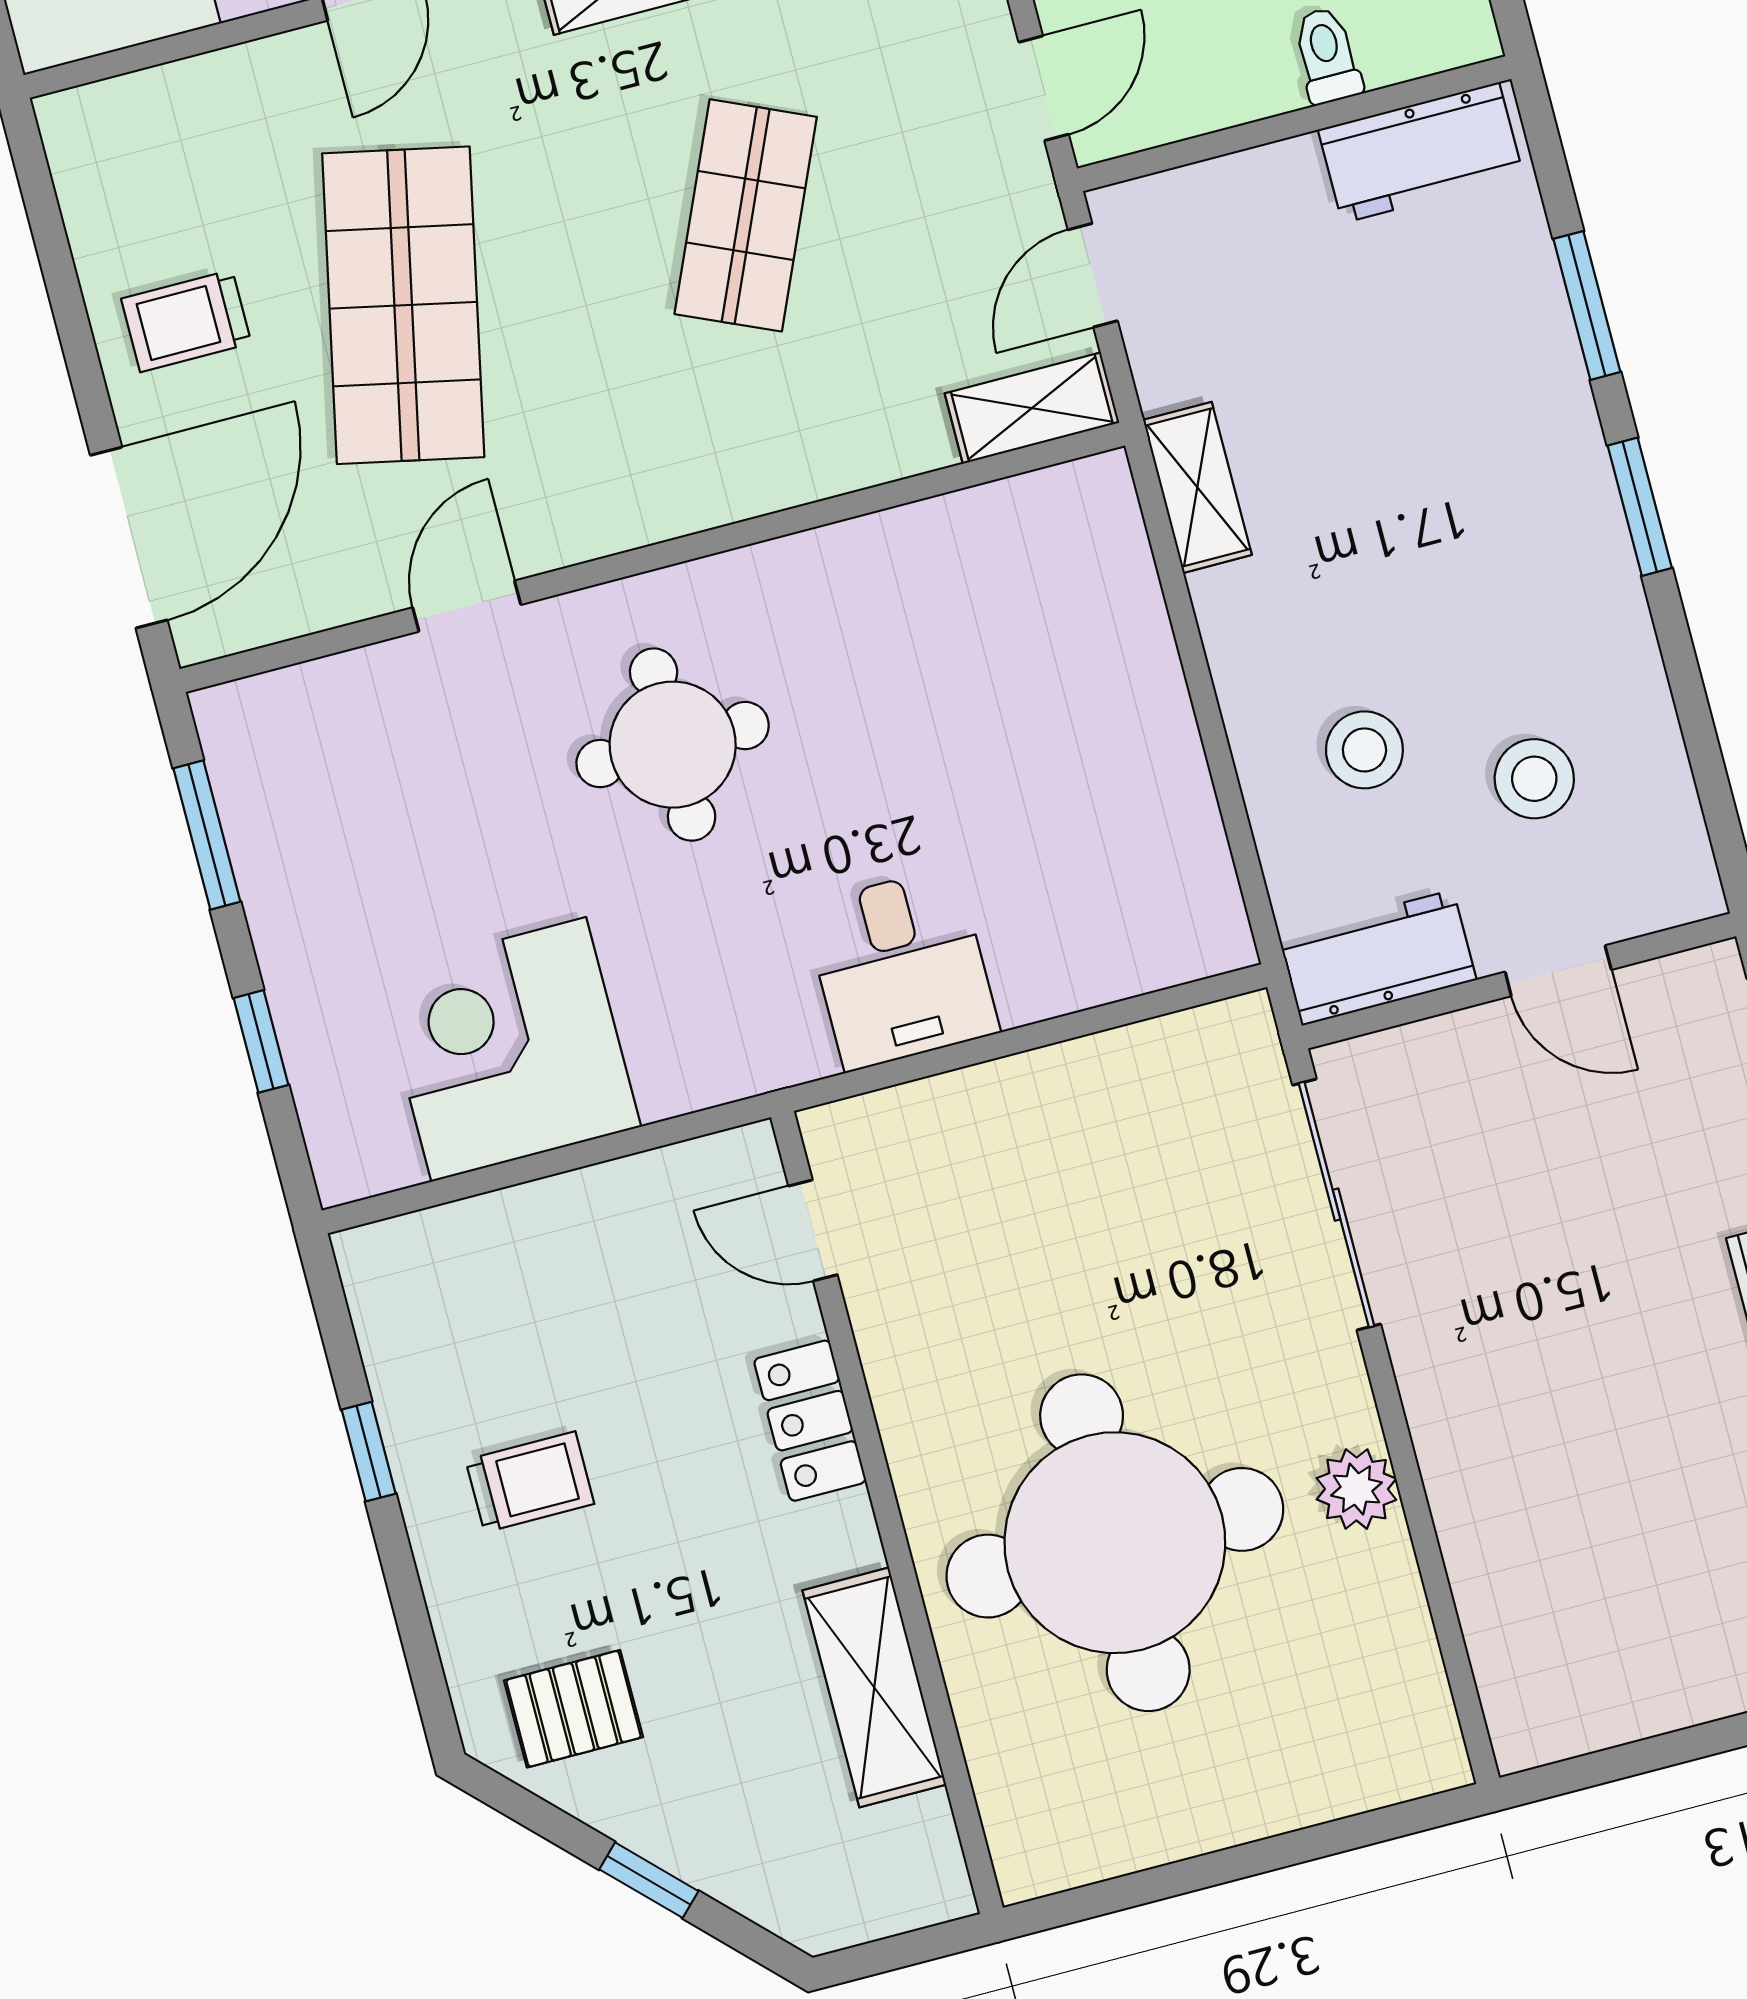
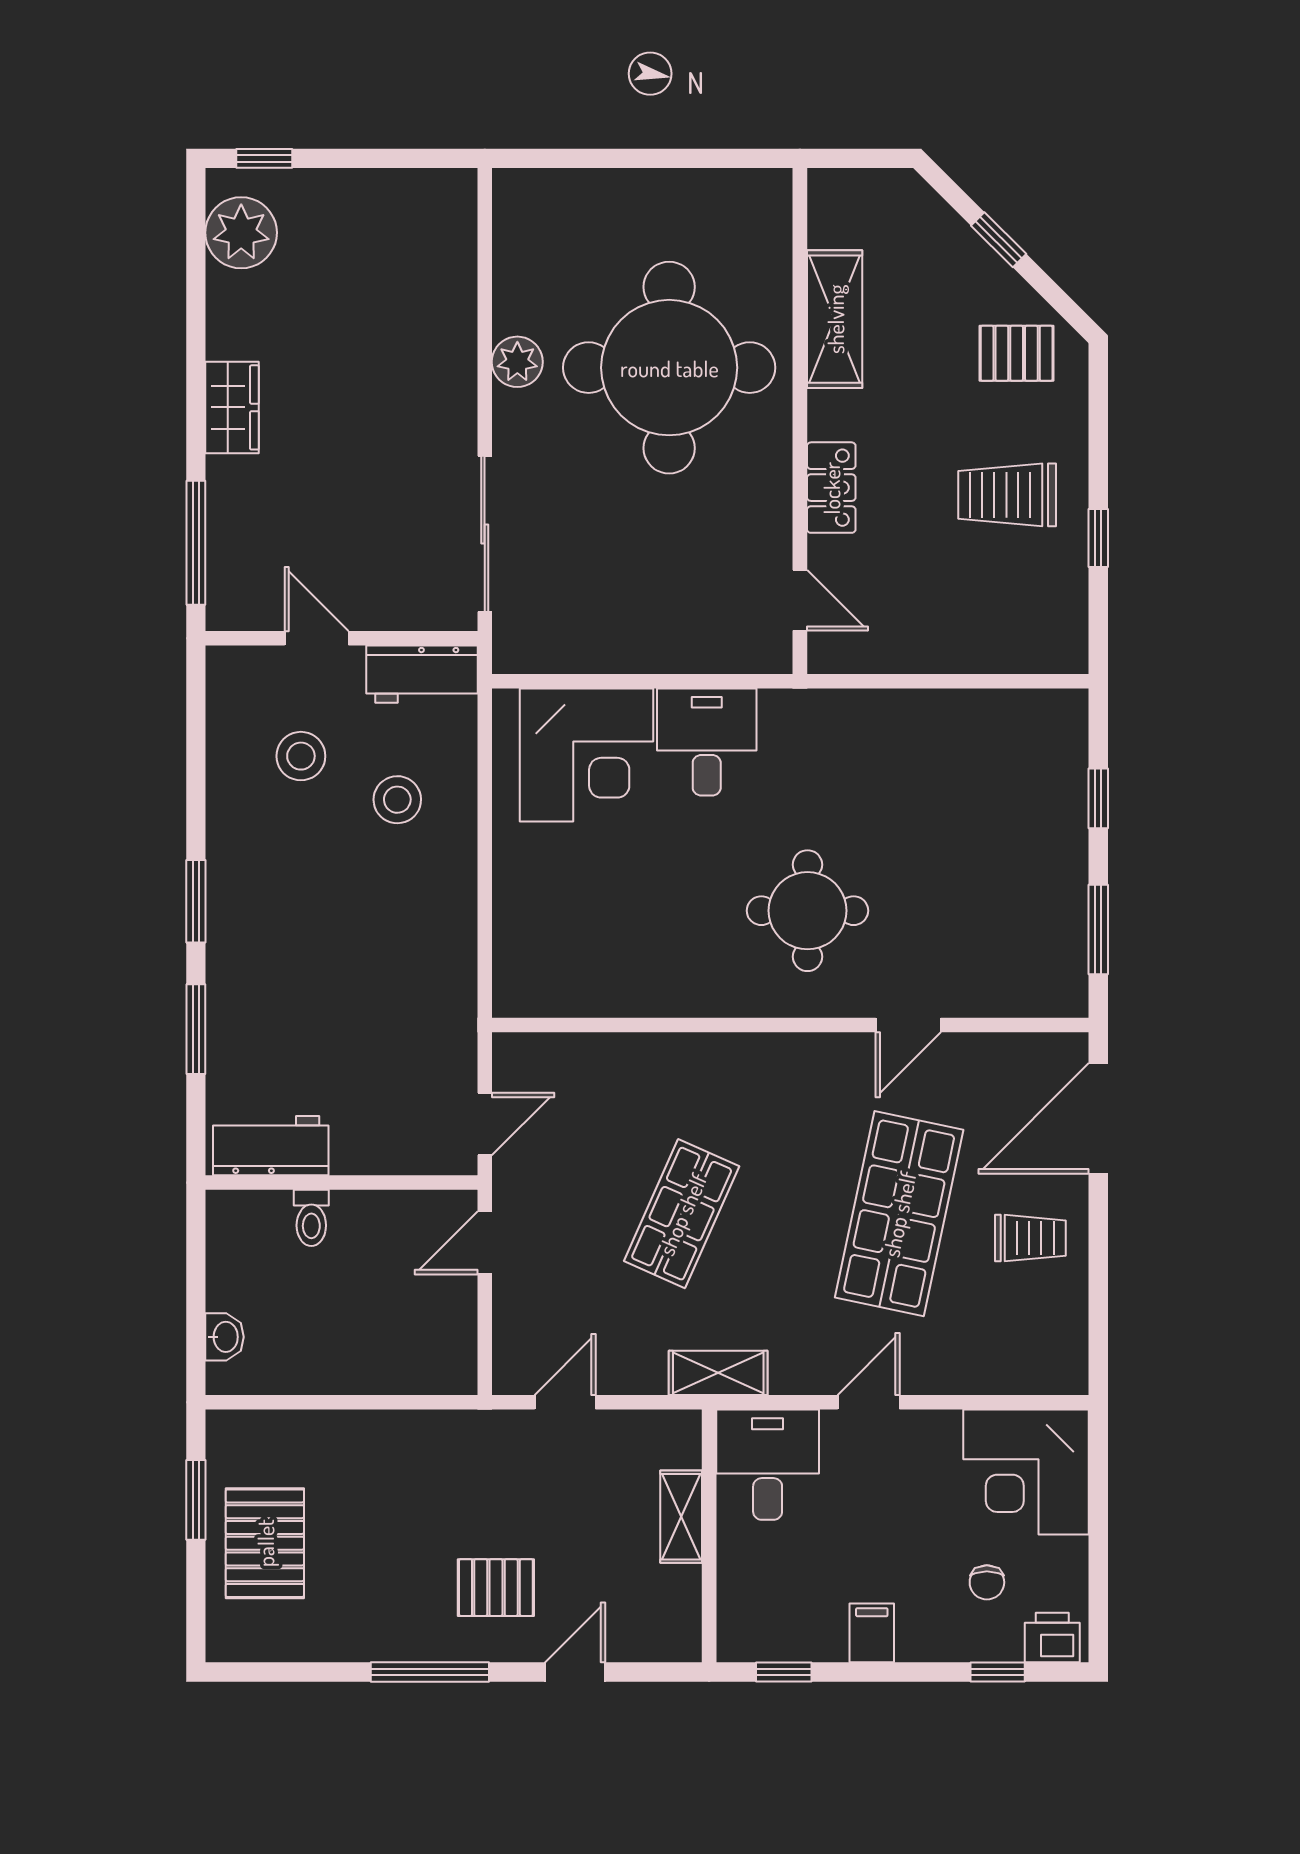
shelving: (1032, 408) -> (542, 1055), removed
shelving: (1197, 487) -> (456, 982), removed
corner desk: (509, 1049) -> (587, 755), moved
trolley: (530, 1482) -> (1007, 495), width x1.36, depth x1.39

